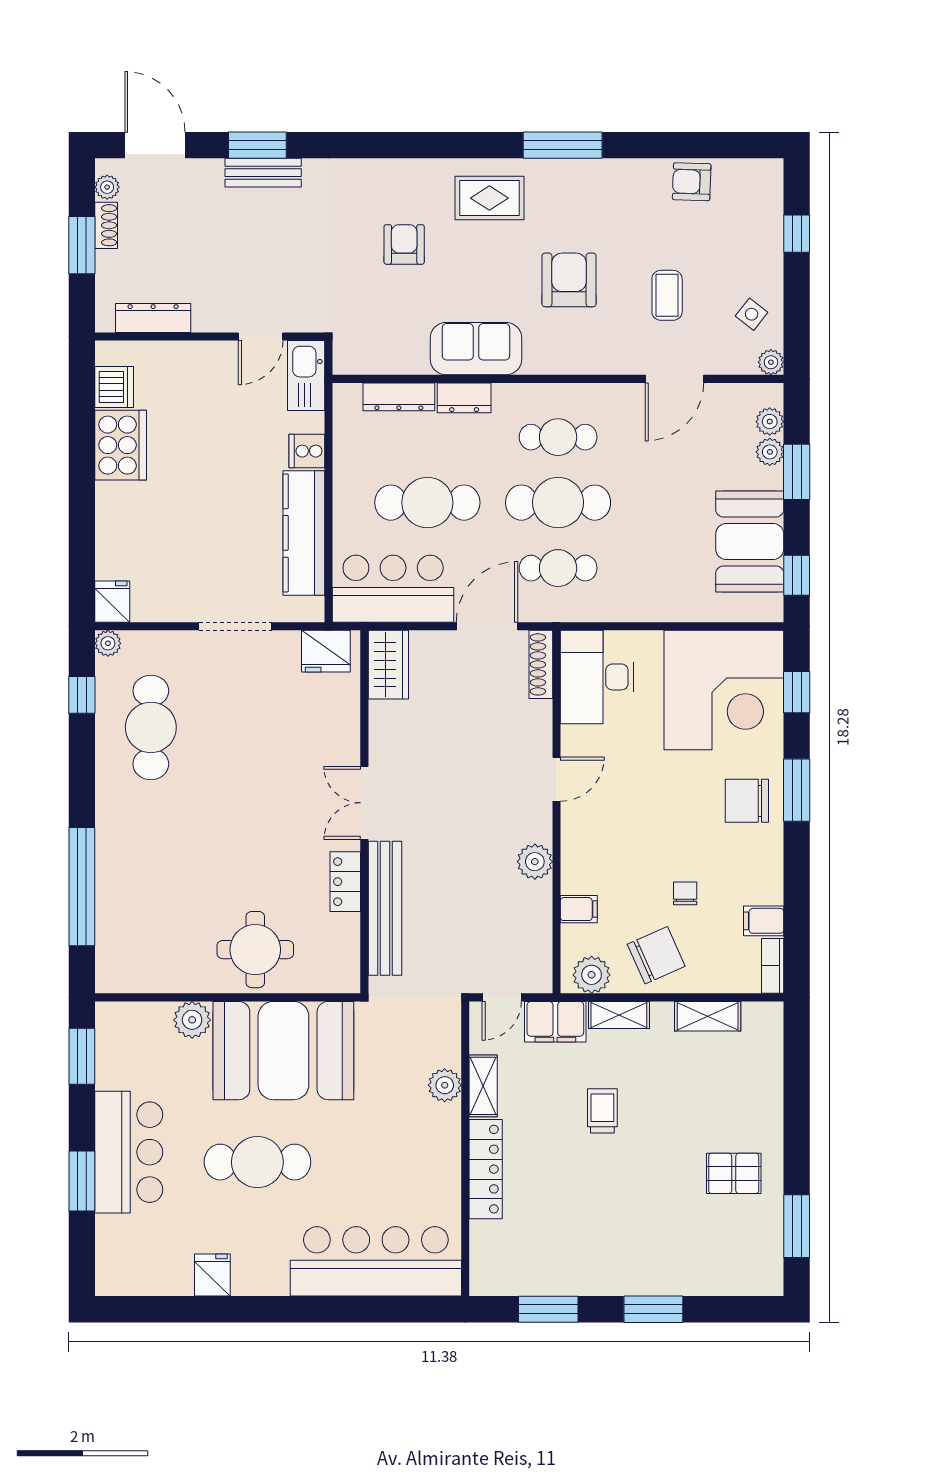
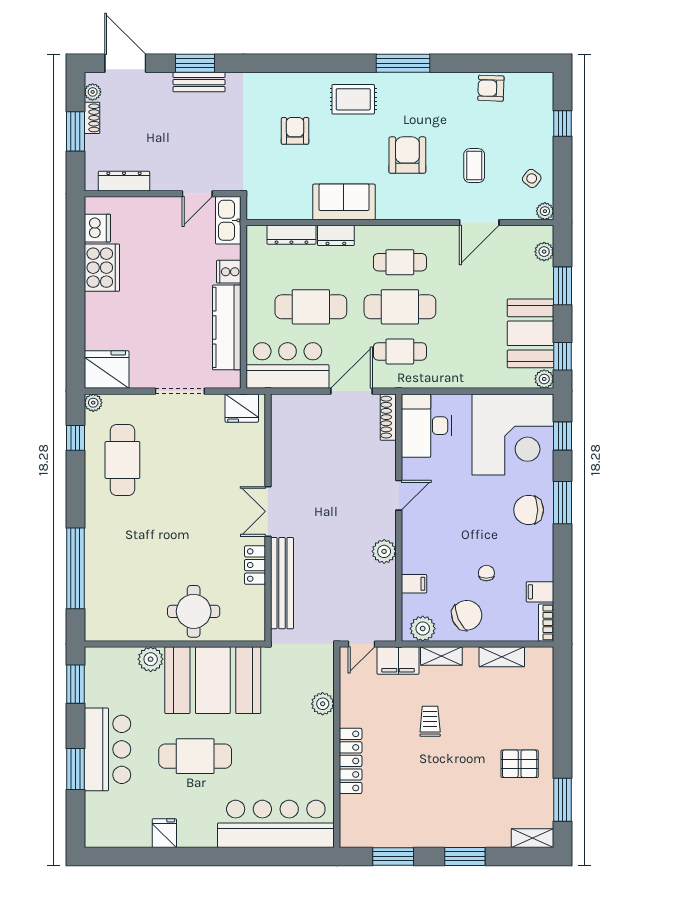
plant: (770, 452) -> (544, 379), moved
fridge: (112, 602) -> (107, 370), width x1.88, depth x1.34
wardrobe: (388, 665) -> (284, 417), removed
shelving: (483, 1086) -> (533, 838), moved, turned 90

